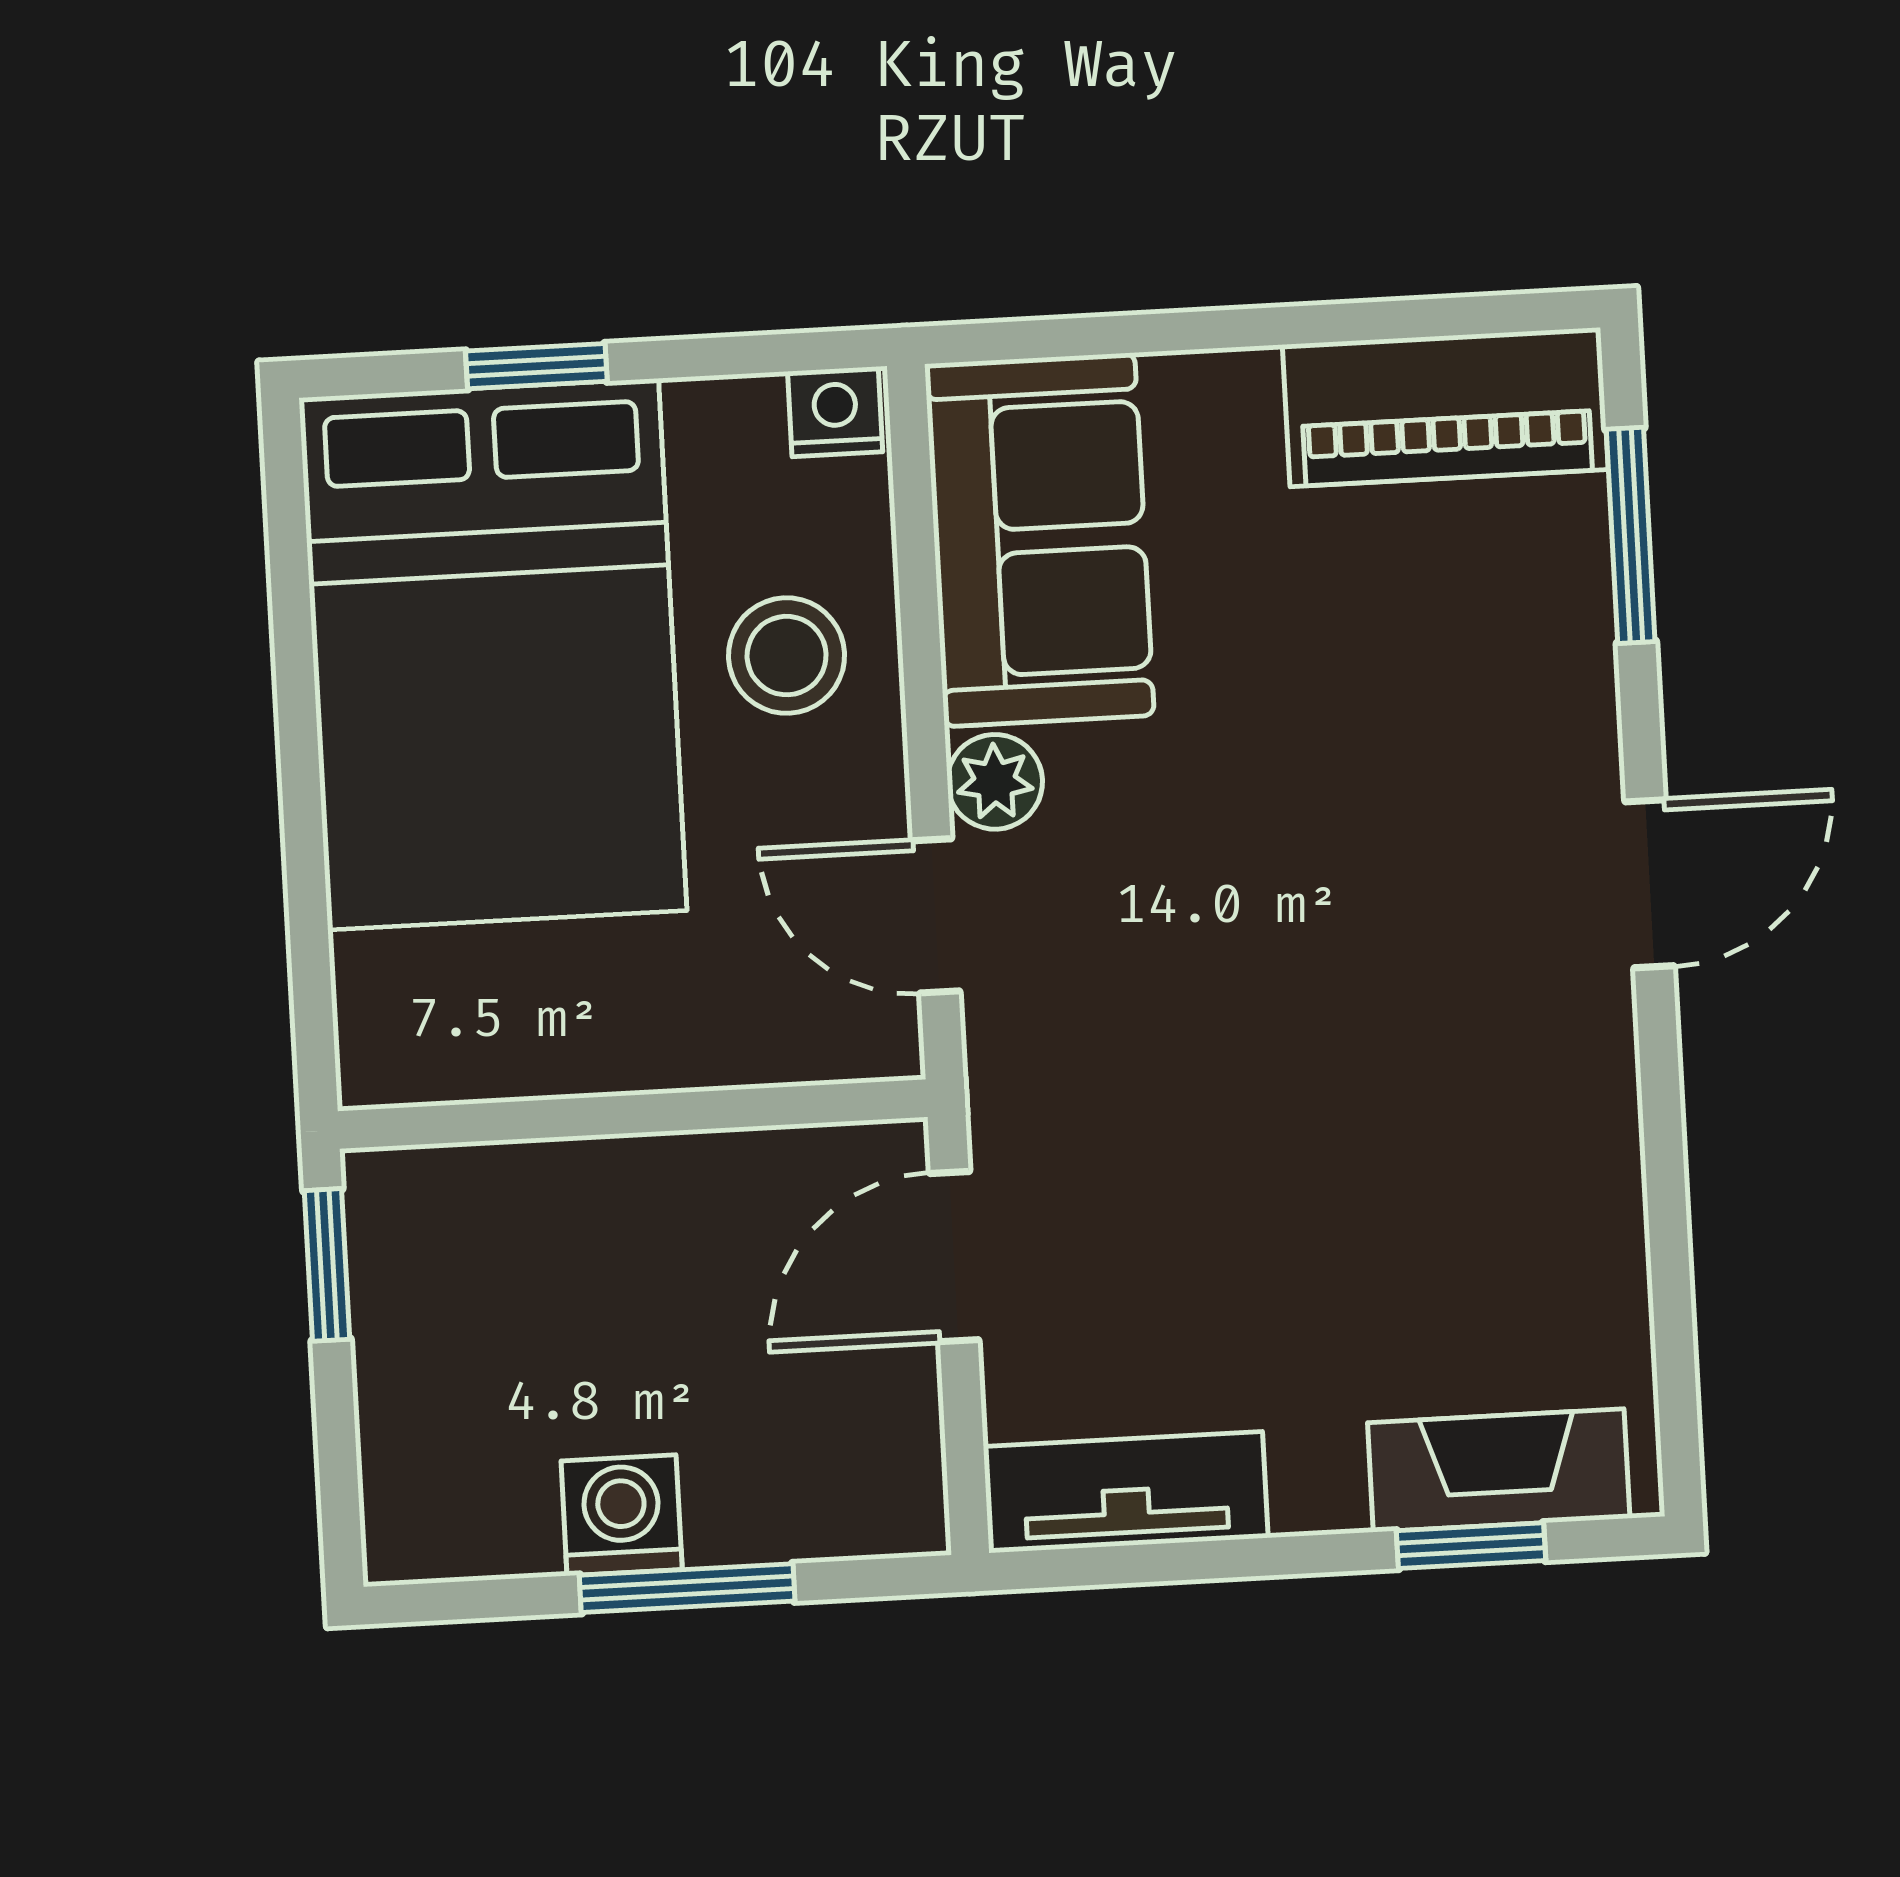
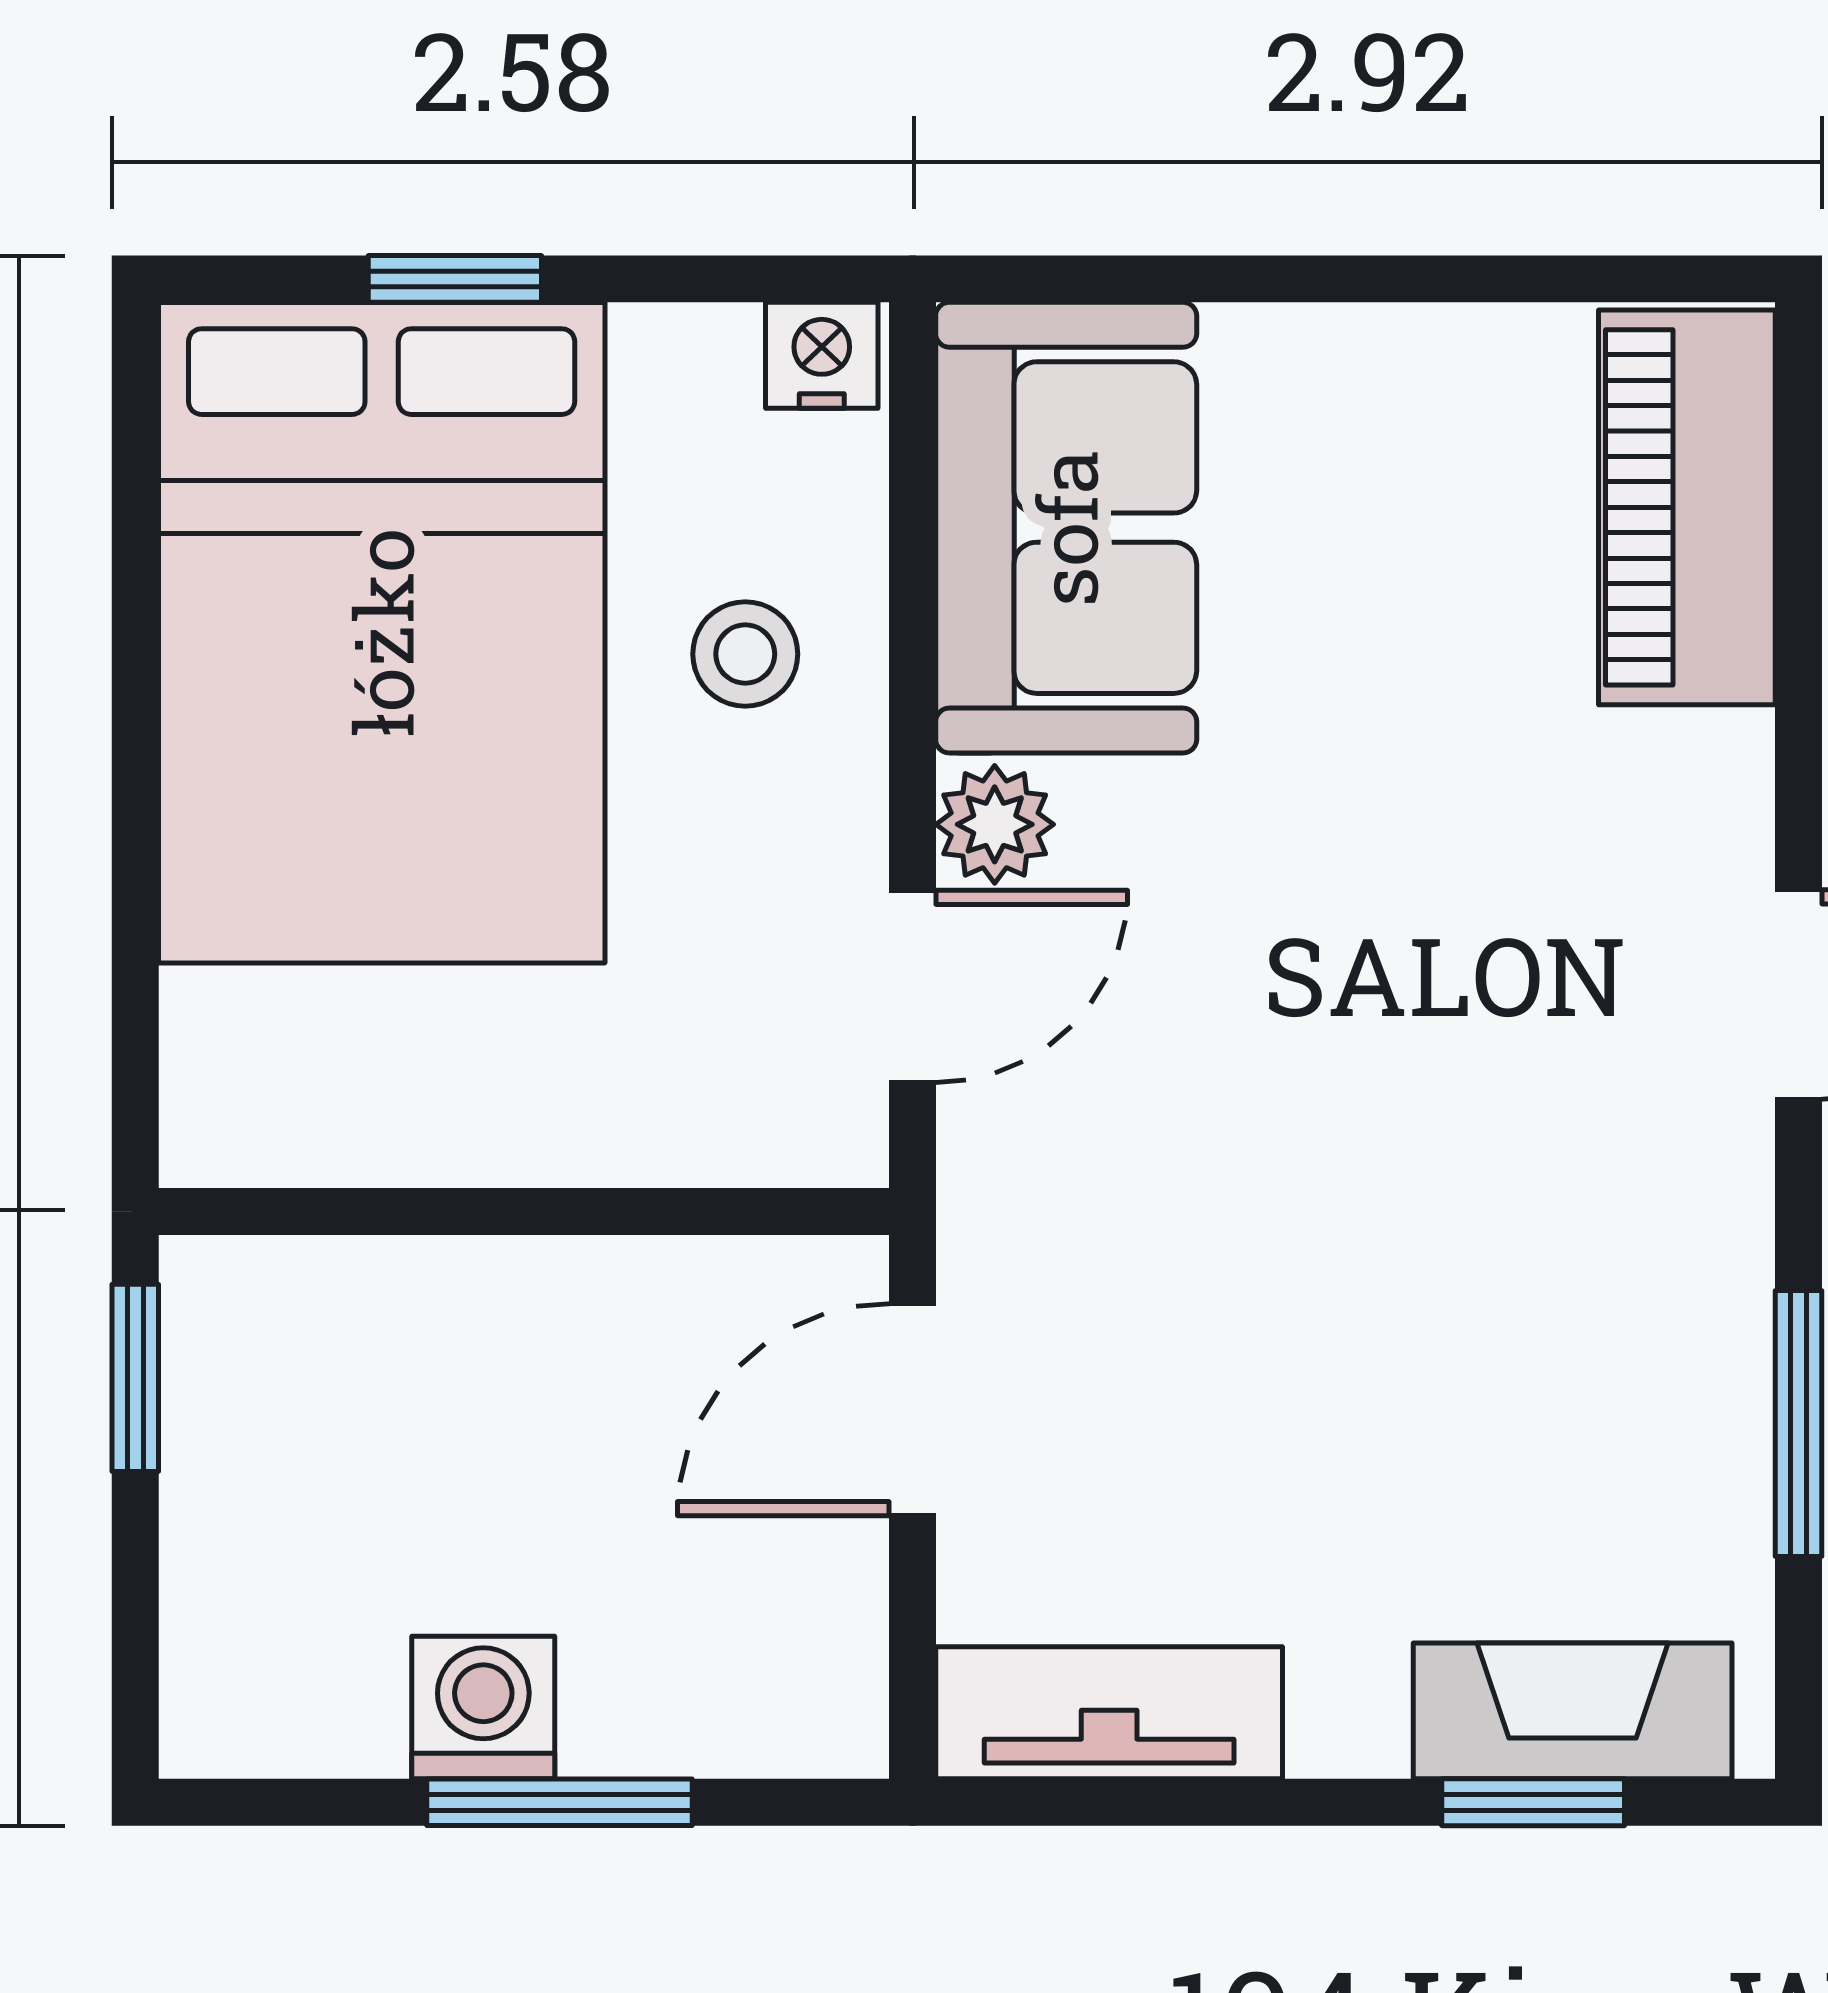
piano: (1445, 407) -> (1687, 507), moved, turned 90
window: (1631, 535) -> (1799, 1424), moved
stool: (787, 656) -> (745, 654), width x0.73, depth x0.73
door: (936, 916) -> (912, 986), swing flipped

